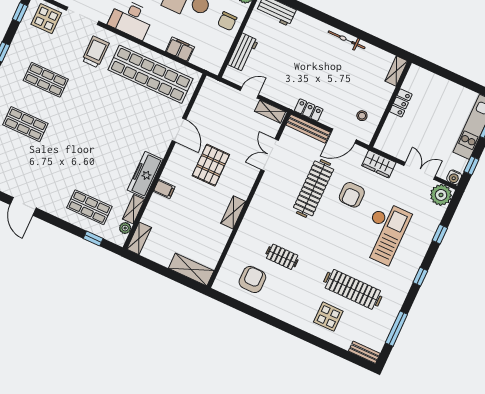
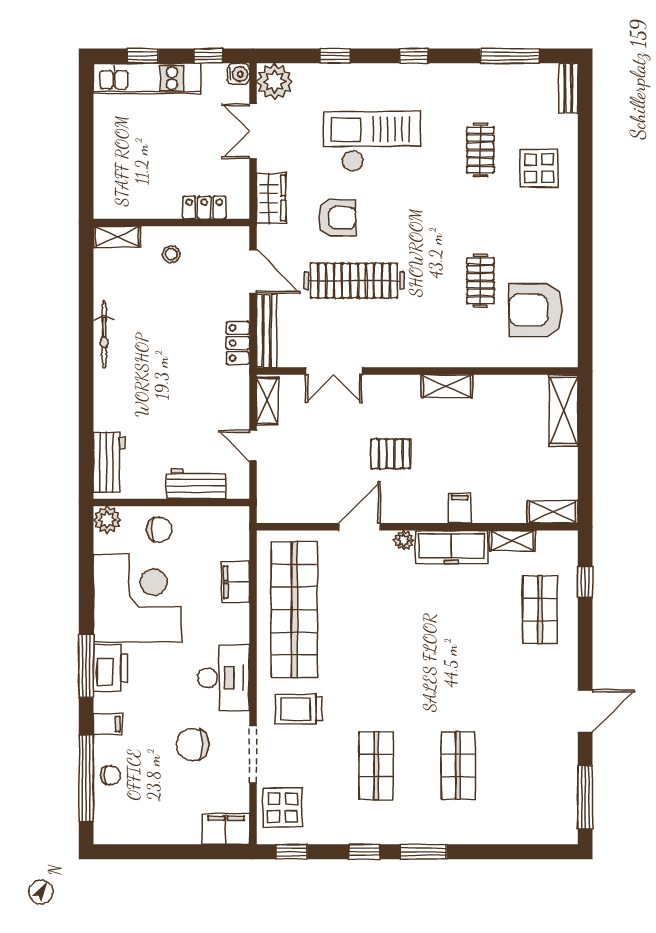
locker: (401, 103) -> (204, 207), moved
stool: (362, 116) -> (171, 254), moved
pallet: (211, 165) -> (391, 454), width x0.67, depth x0.71
plant: (125, 228) -> (404, 540), moved
armchair: (252, 280) -> (536, 310), width x1.36, depth x1.36
clothes rail: (353, 289) -> (480, 150), width x0.54, depth x0.76

